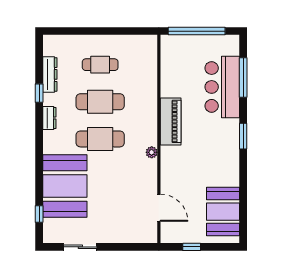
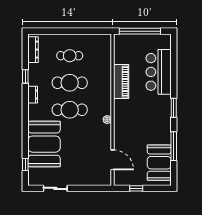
dresser: (50, 74) -> (33, 50), moved
window: (243, 77) -> (174, 146), moved
piano: (171, 121) -> (121, 82), moved

